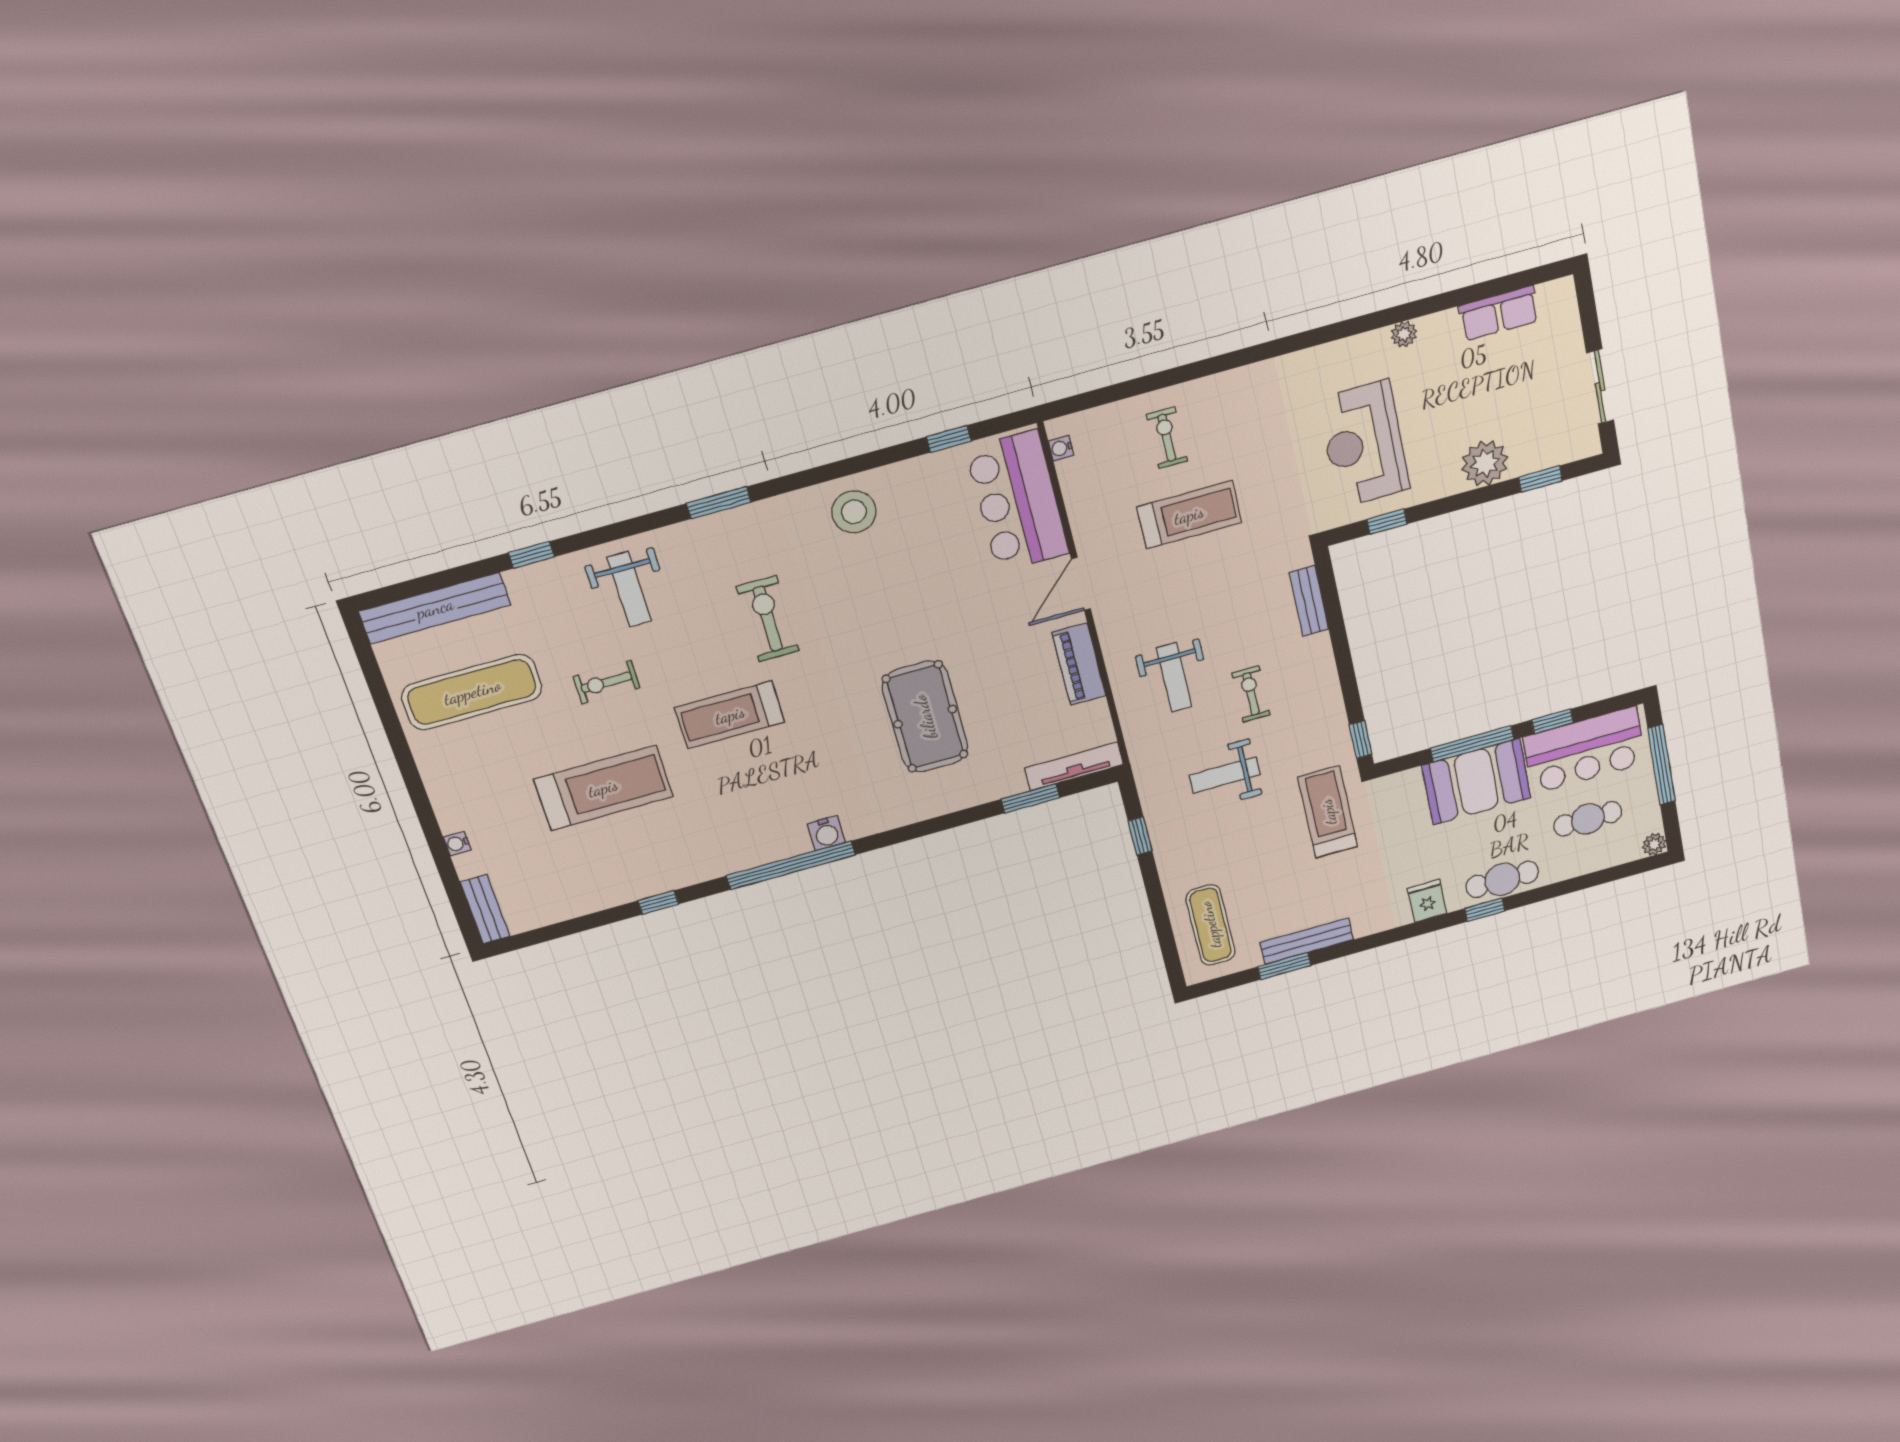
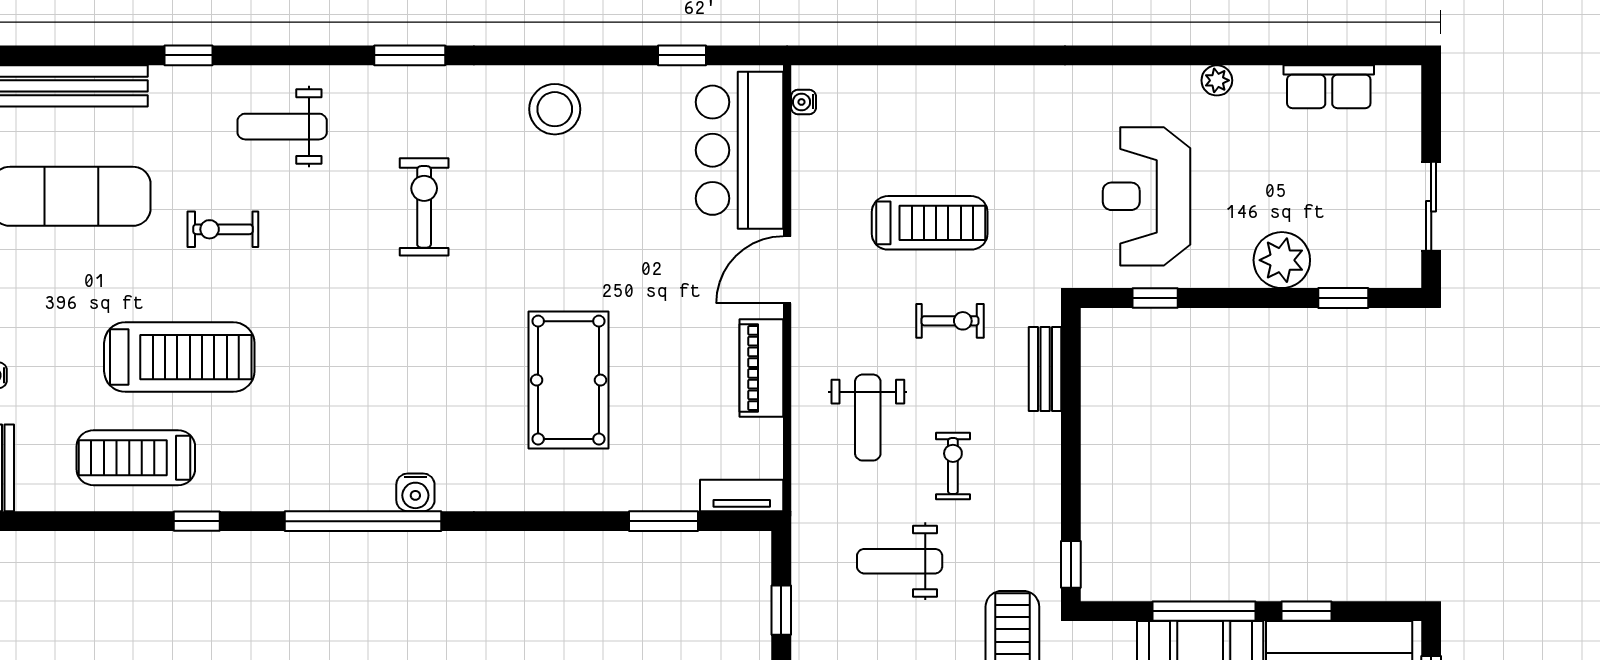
exercise bike: (1167, 438) -> (950, 321), moved, turned 90
weight bench: (629, 589) -> (282, 127), turned 90
treadmill: (730, 715) -> (136, 458), moved
tv unit: (1074, 766) -> (742, 496), width x0.71

